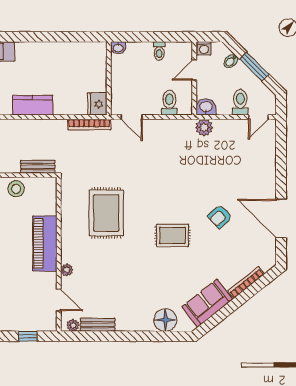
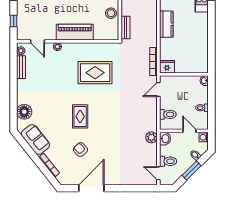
armchair: (220, 217) -> (80, 150), moved
door: (59, 300) -> (37, 41), hinge flipped

